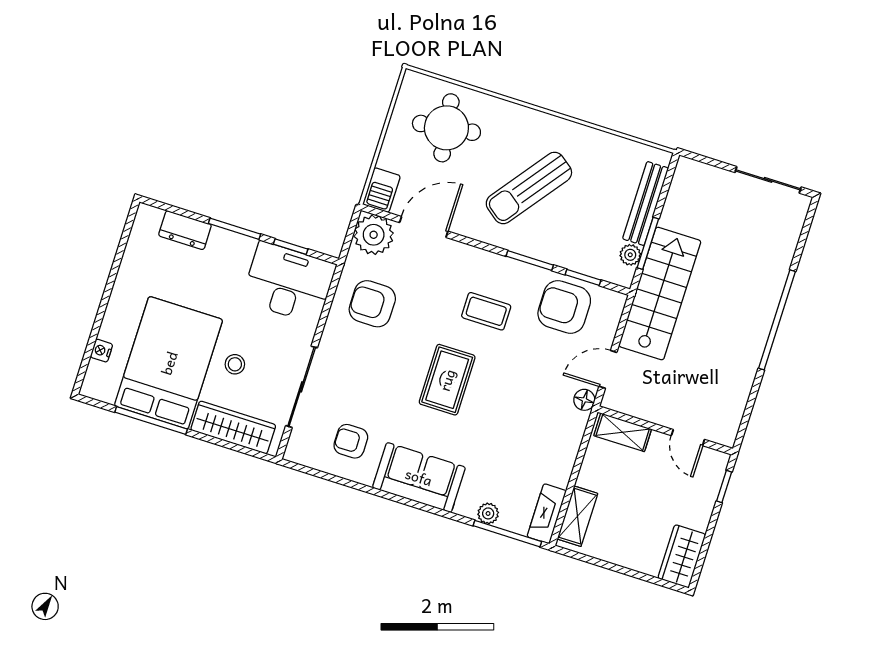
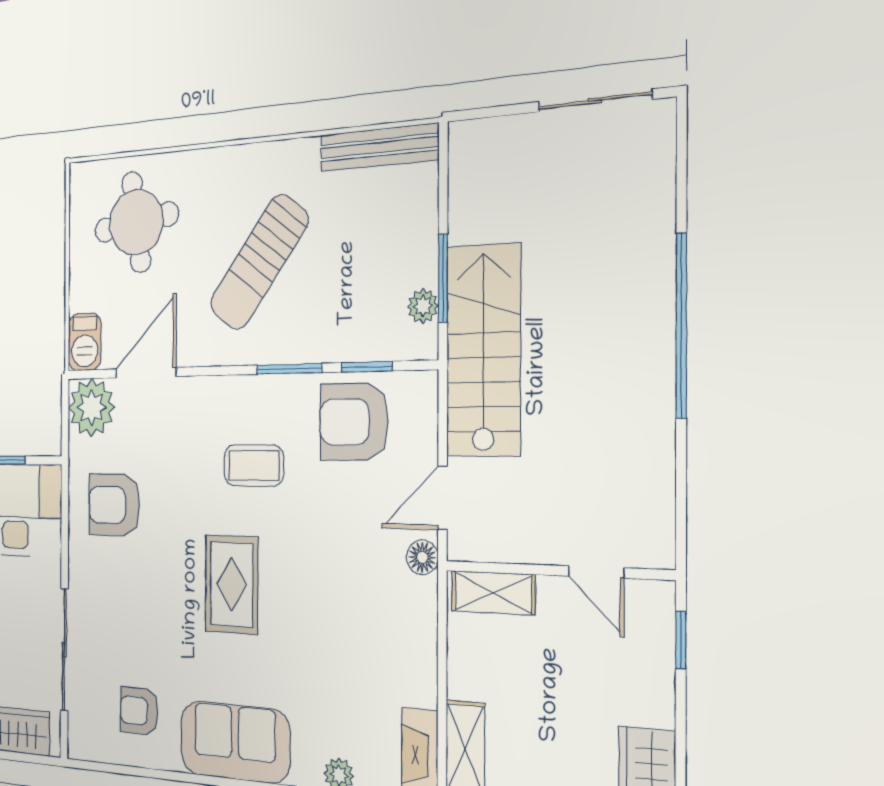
bench: (646, 204) -> (379, 148), moved, turned 90

